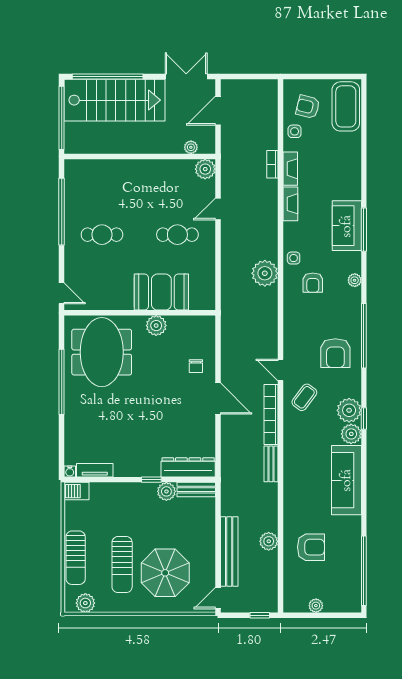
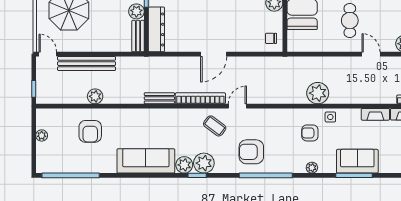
chair: (196, 366) -> (271, 38), moved

